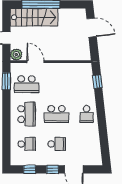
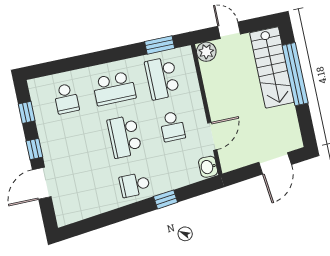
door: (36, 62) -> (212, 136), moved
washbasin: (85, 68) -> (208, 167), added
window: (97, 82) -> (166, 199), moved
school desk: (57, 144) -> (172, 126), moved

